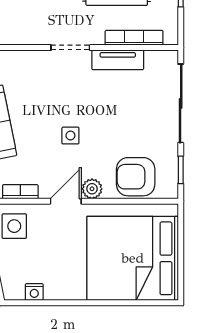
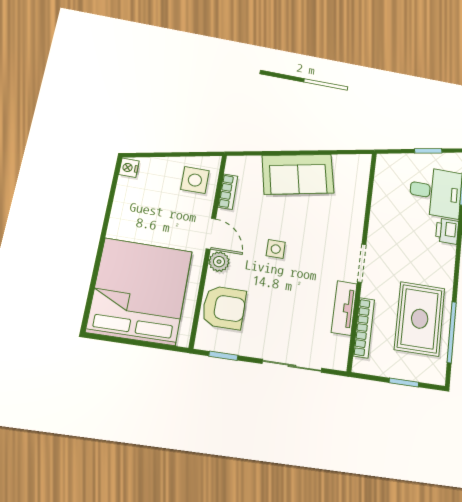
sliding door: (181, 103) -> (292, 366), width x0.73
armchair: (136, 177) -> (224, 308), turned 90
nightstand: (34, 292) -> (129, 168), moved

